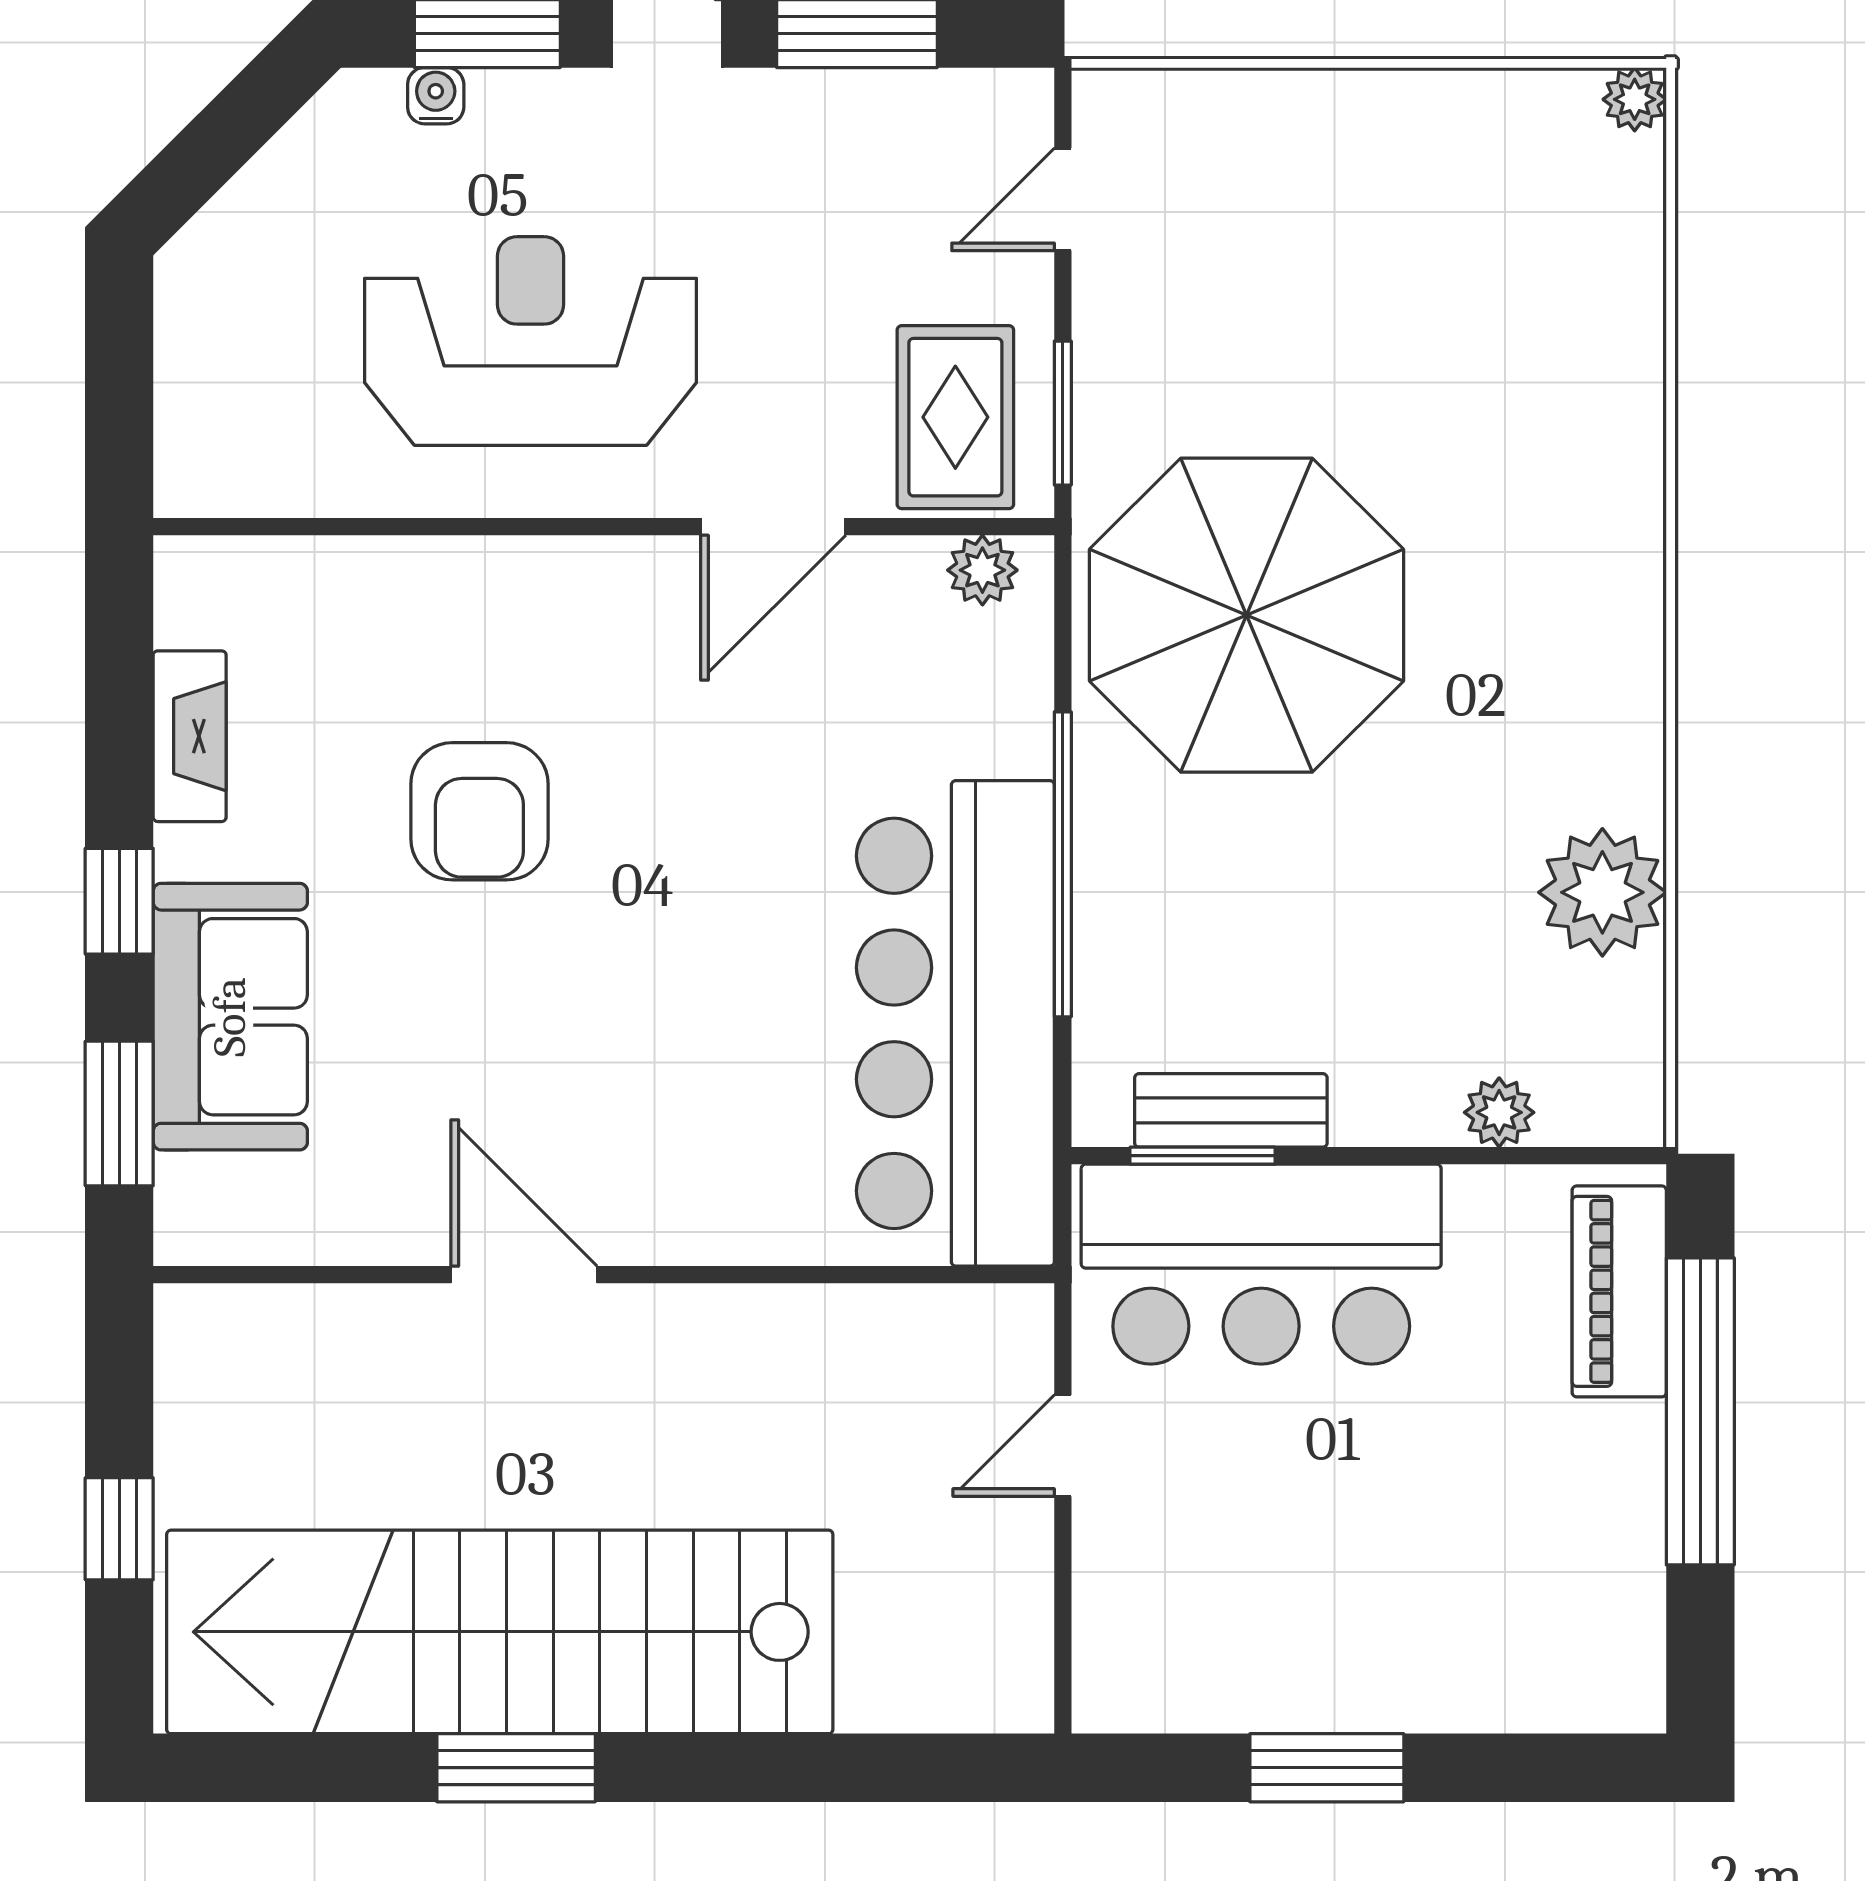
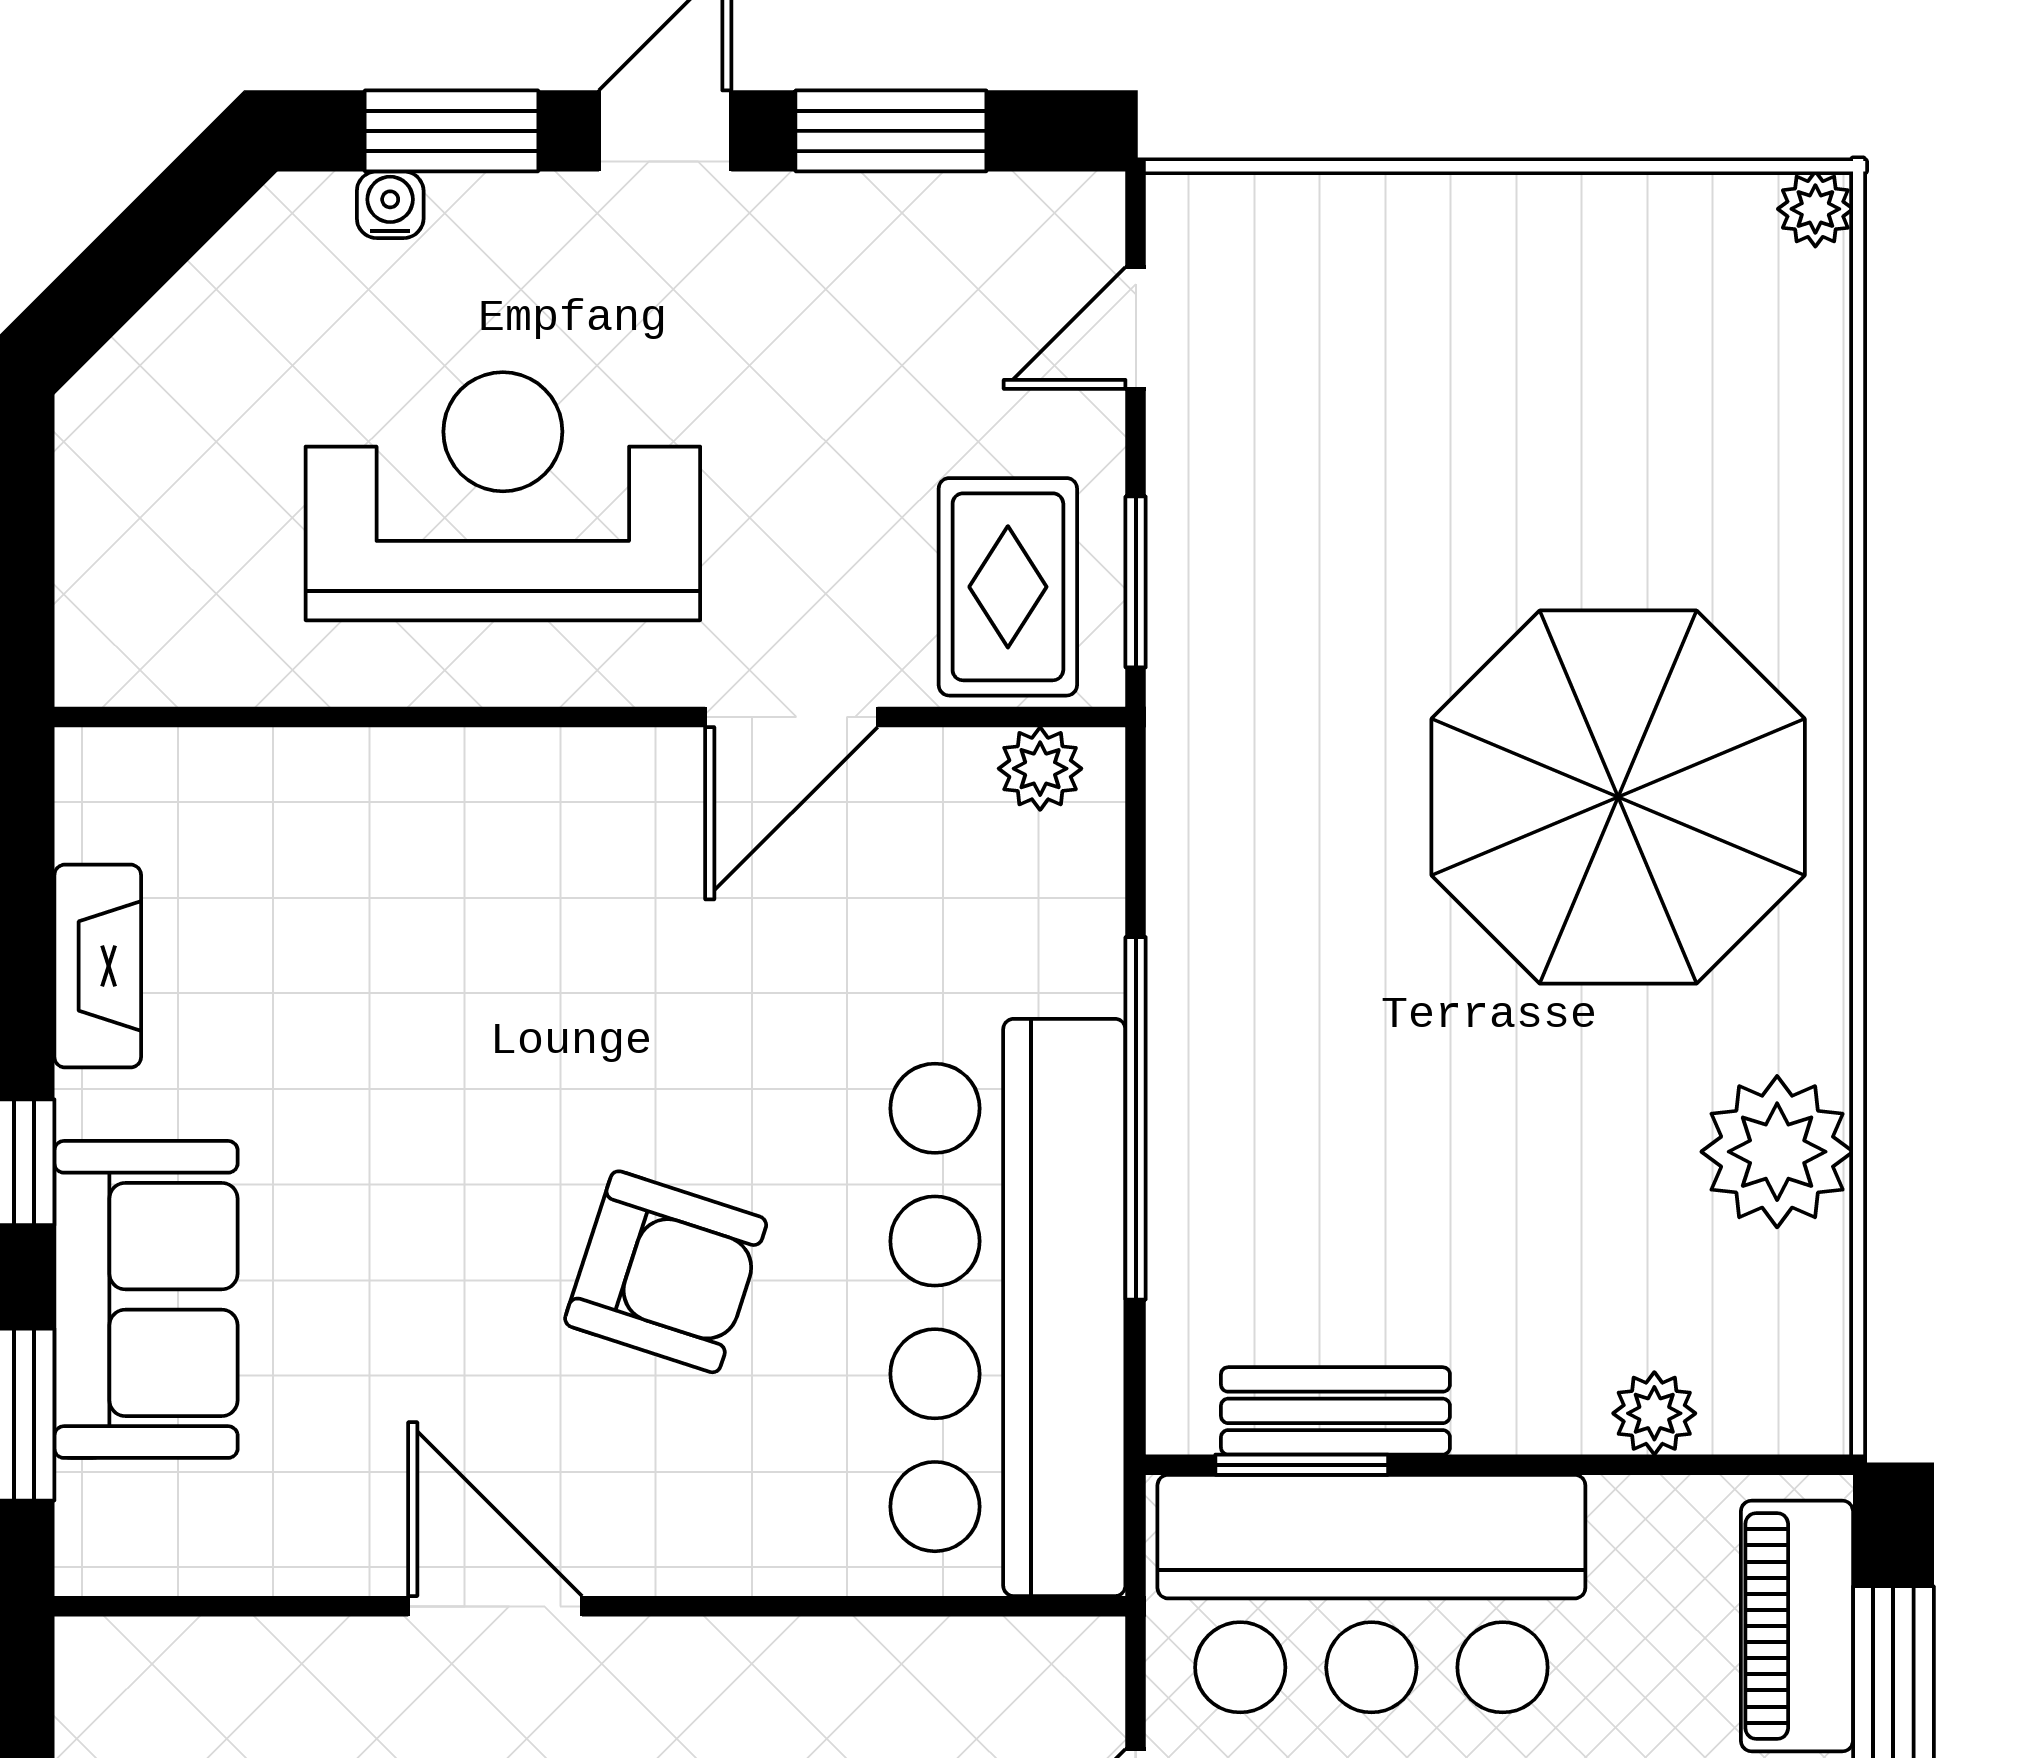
parasol: (1247, 615) -> (1618, 797), moved
armchair: (479, 811) -> (666, 1272), moved, turned -72

